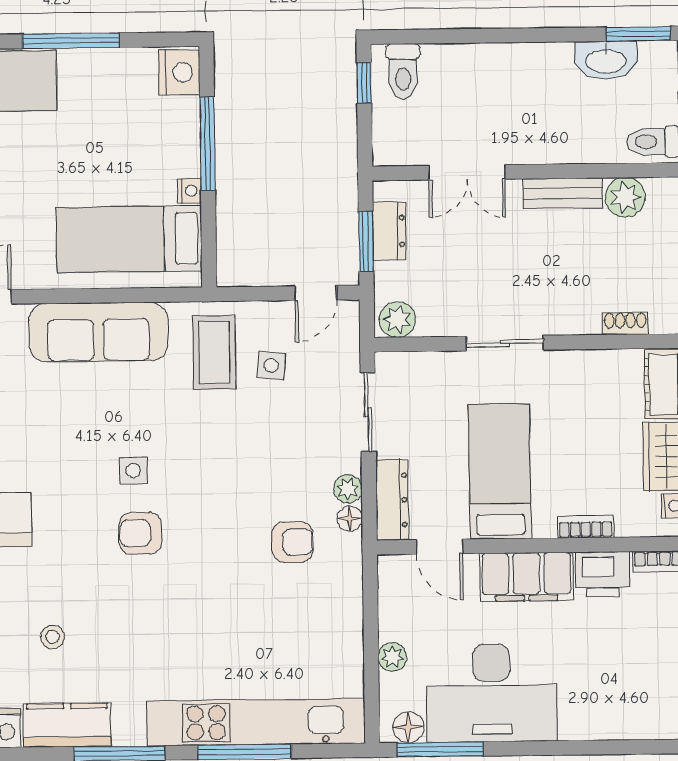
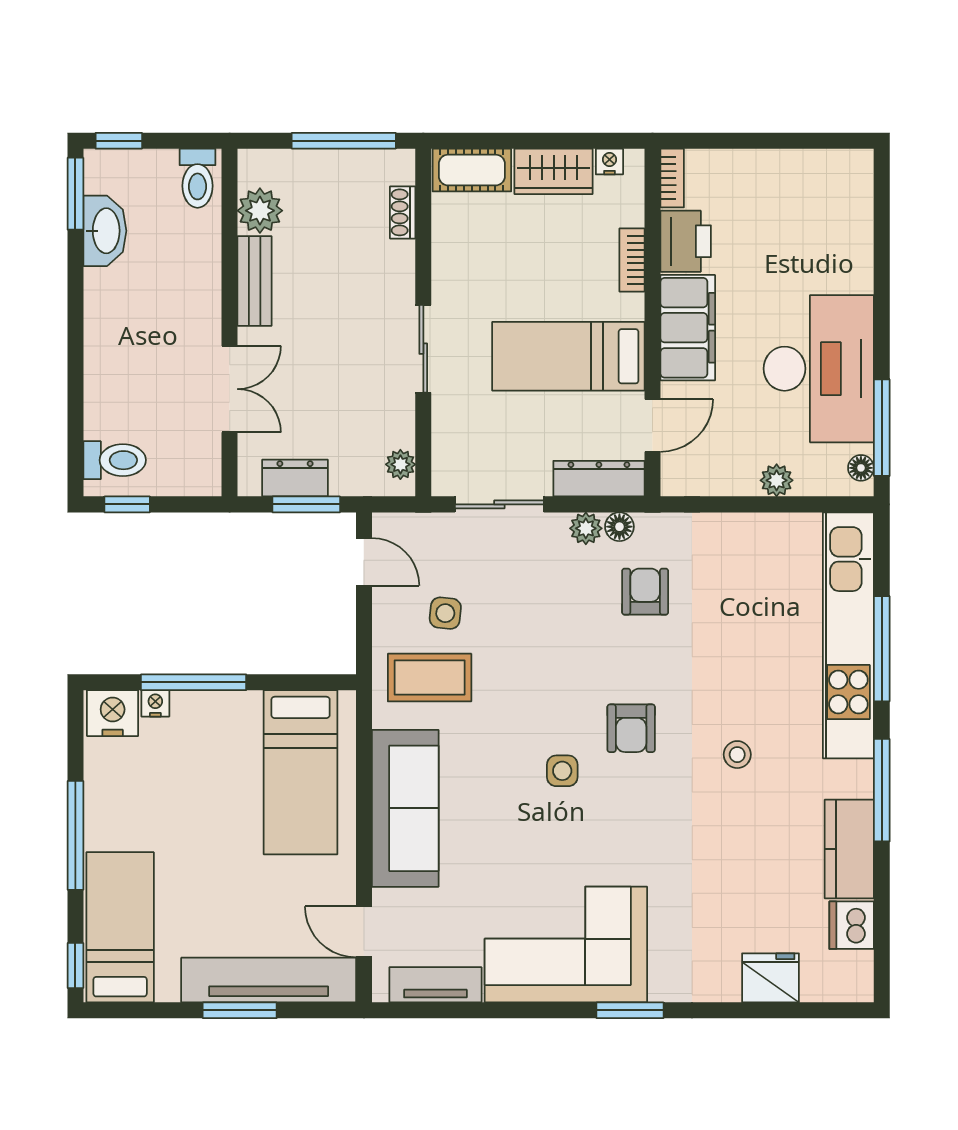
nightstand: (189, 191) -> (155, 703), moved
plant: (397, 319) -> (400, 464), width x0.73, depth x0.73
armchair: (140, 533) -> (631, 728), moved
stool: (52, 637) -> (737, 755), moved
floor lamp: (408, 727) -> (861, 468), width x0.73, depth x0.73

